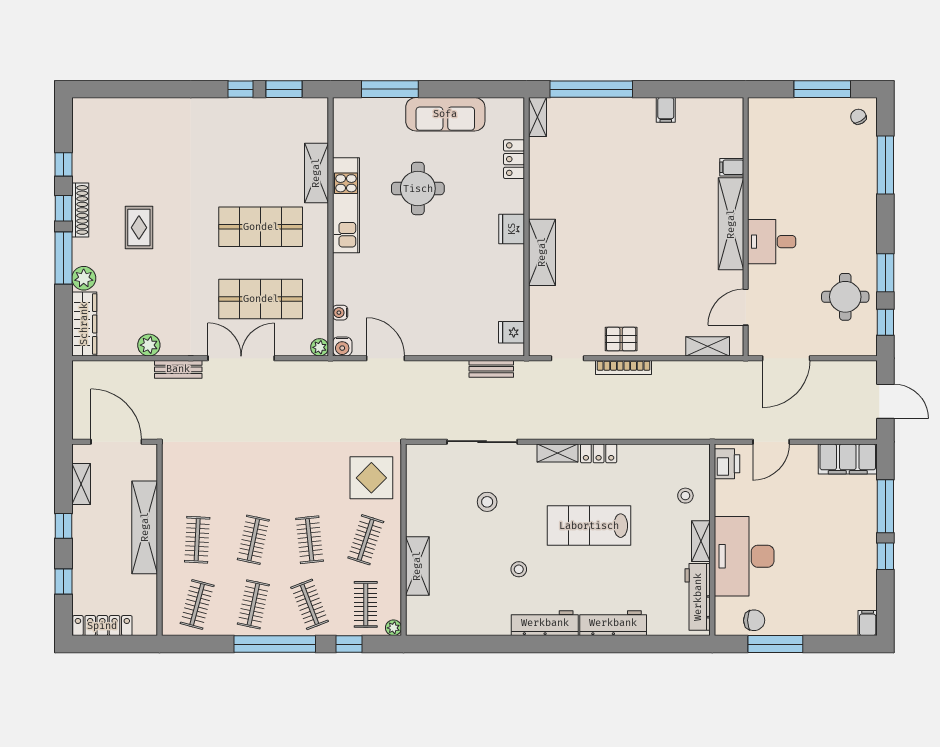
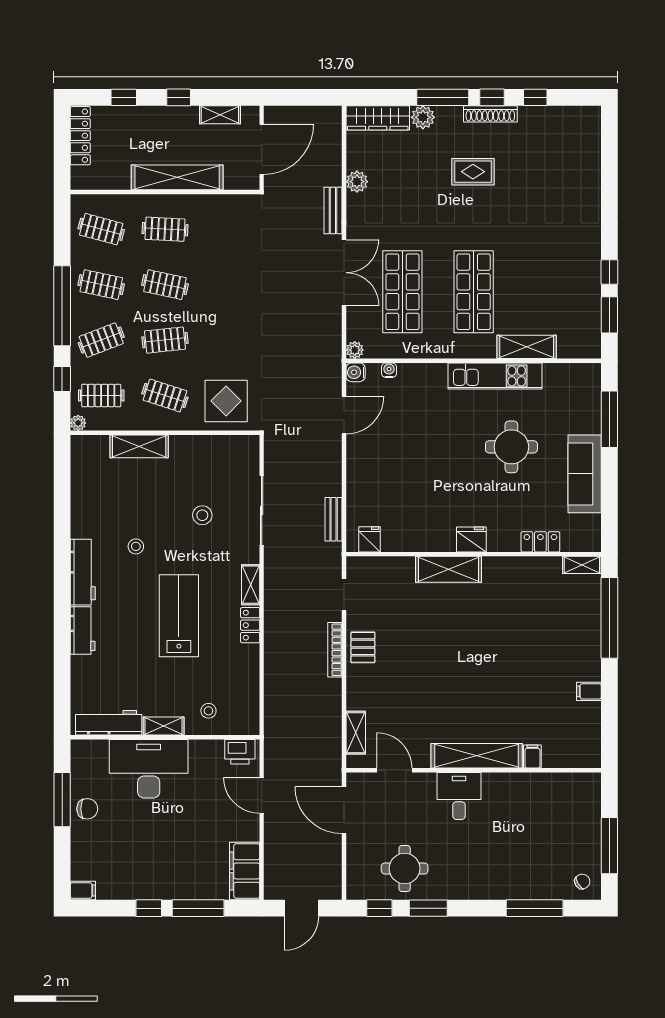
chair: (754, 620) -> (87, 809), moved, turned -90
workbench: (613, 623) -> (83, 631), width x0.73

